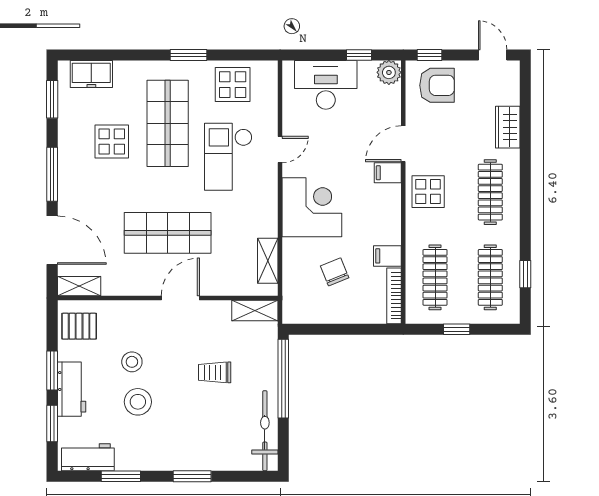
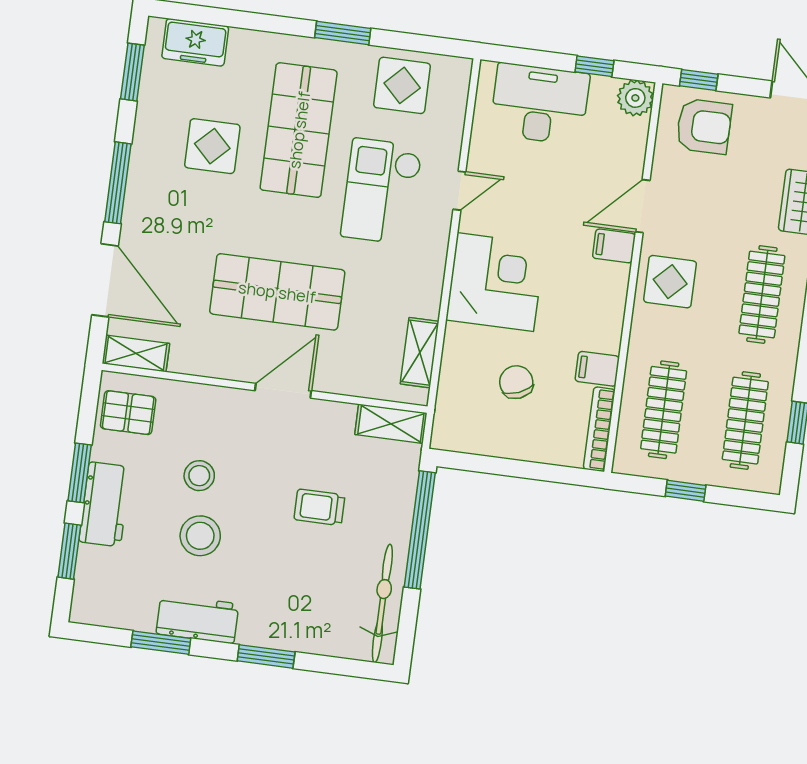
workbench: (88, 457) -> (197, 619), moved

